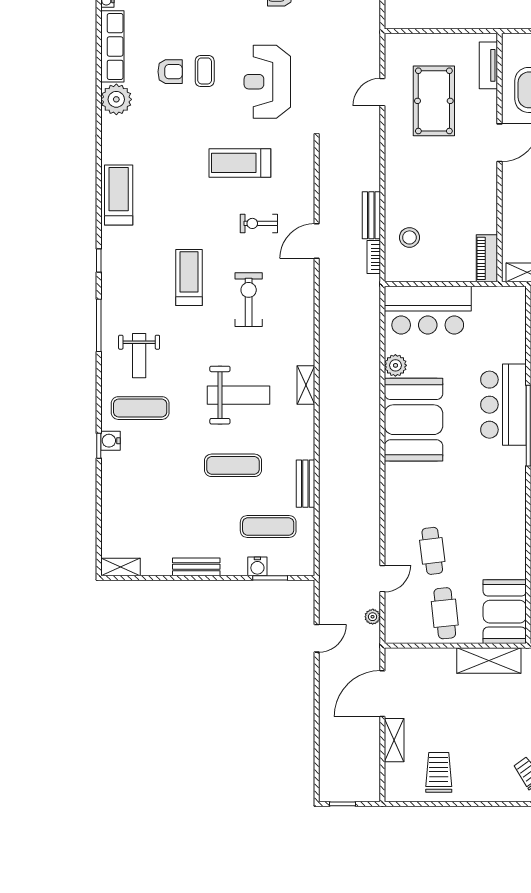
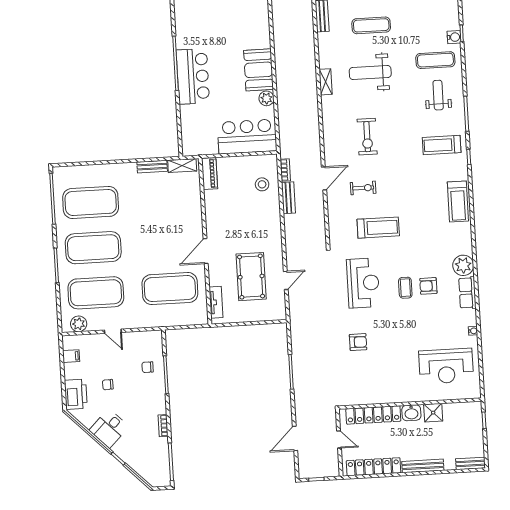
row of seats: (112, 46) -> (467, 293), width x0.68
treadmill: (189, 277) -> (442, 145), moved, turned 90
booth: (414, 420) -> (259, 70), width x0.73, depth x0.70

